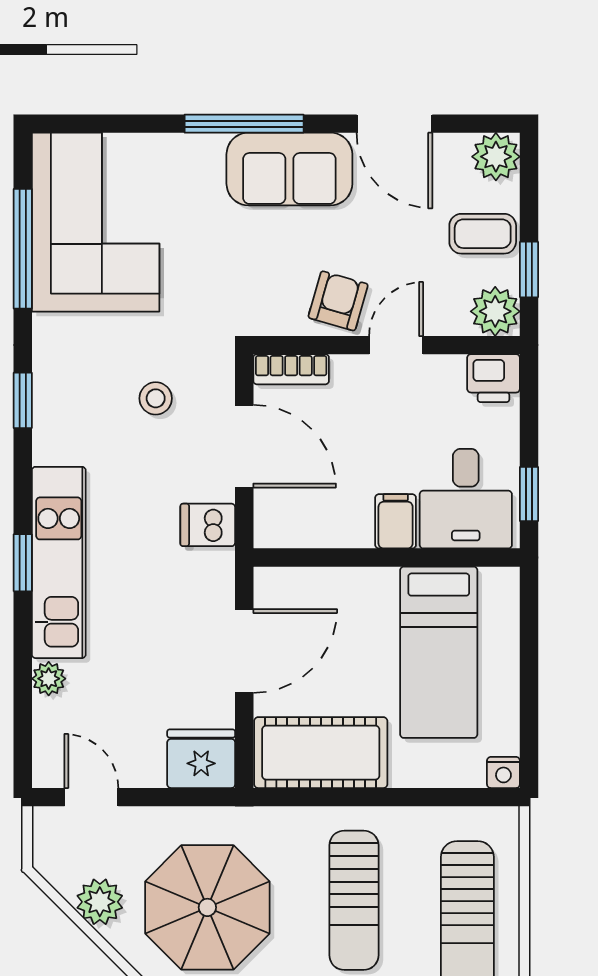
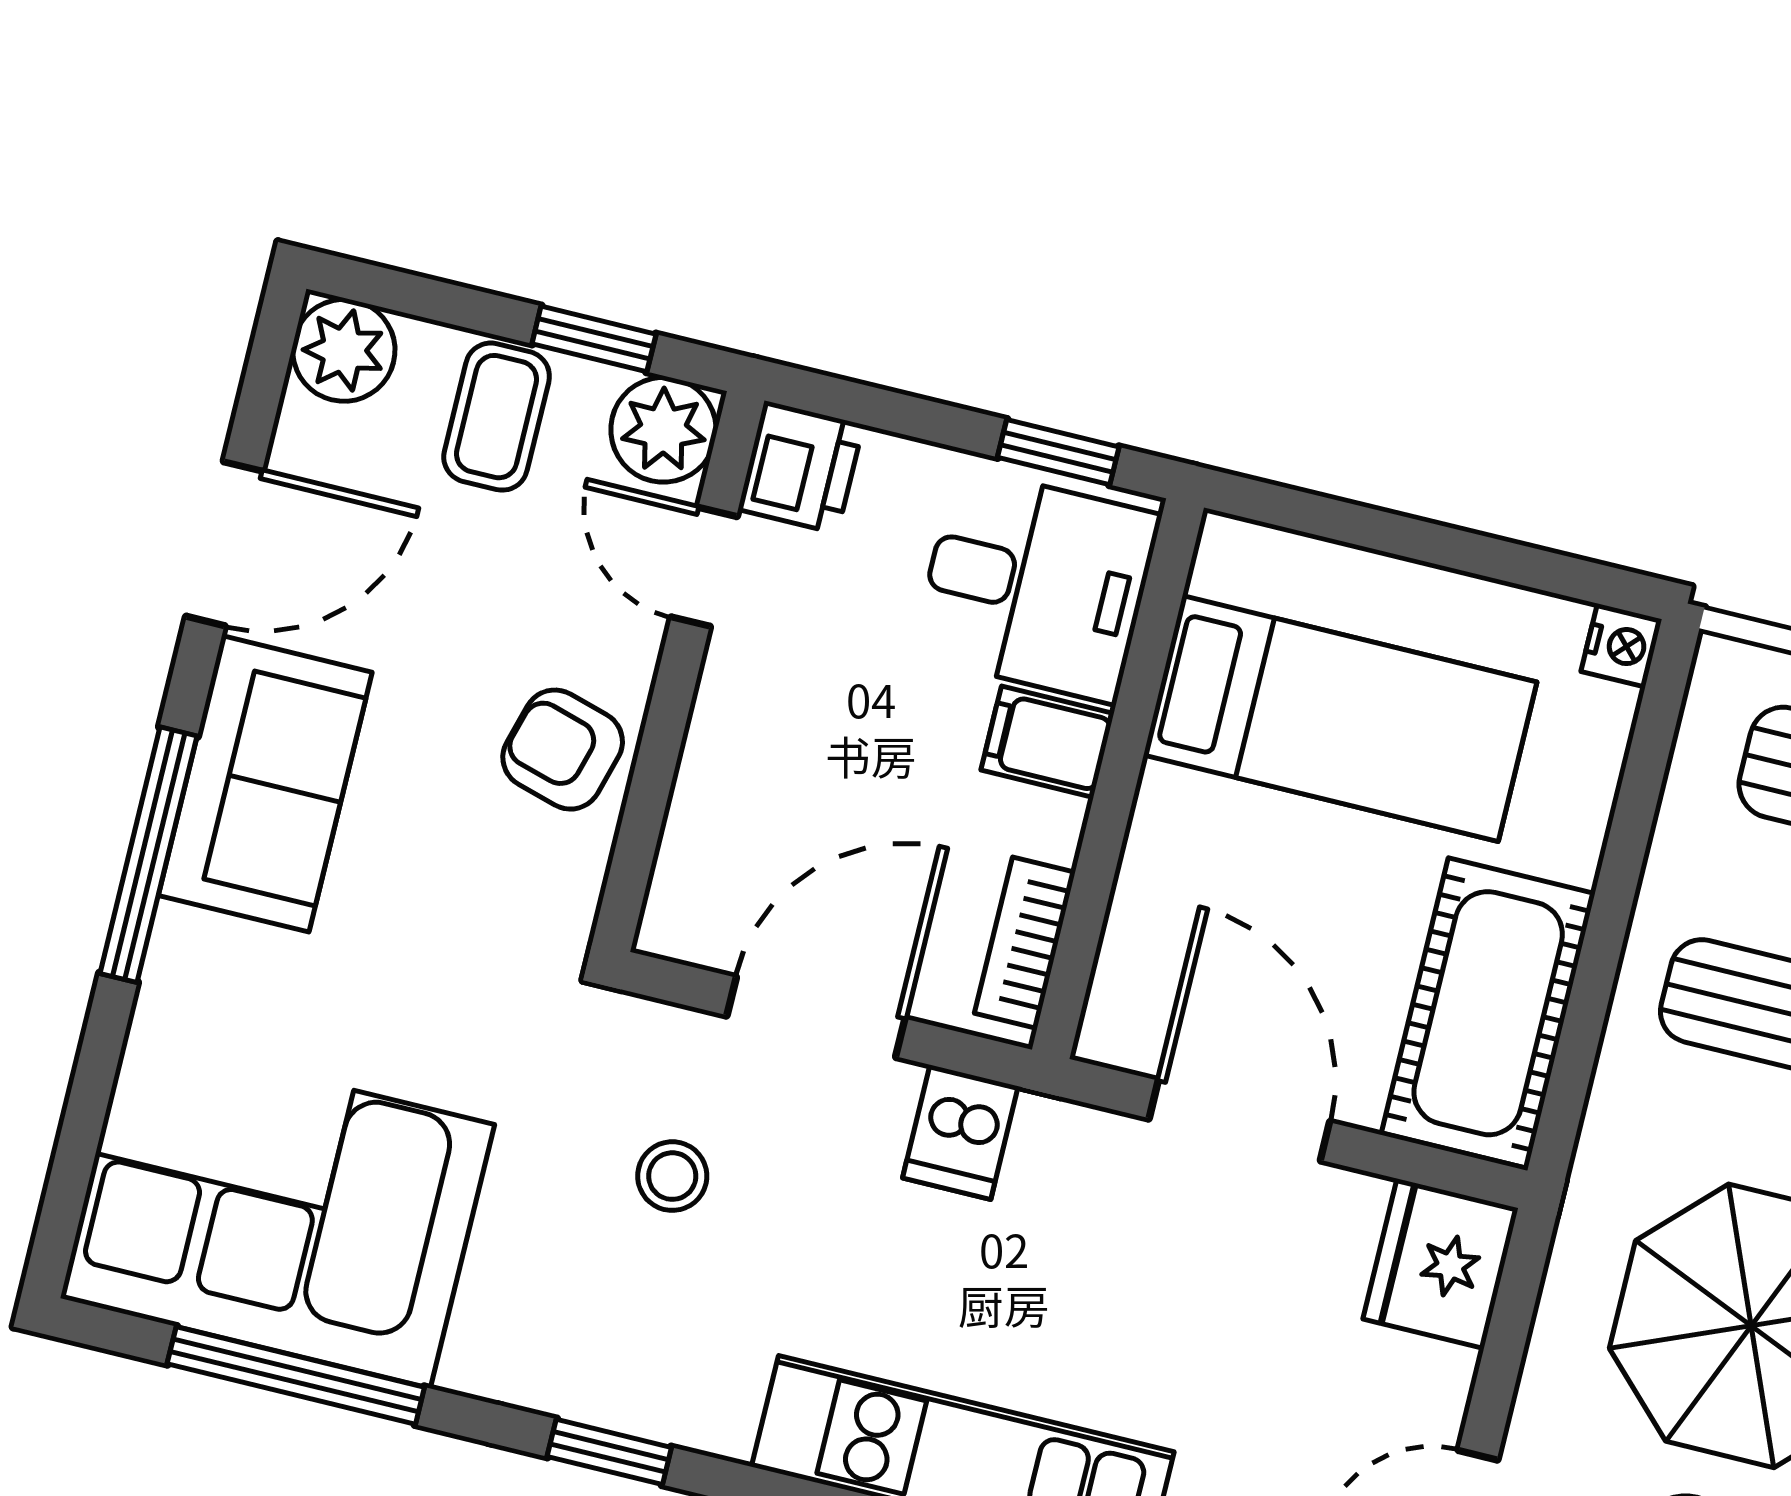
door: (396, 345) -> (704, 567), moved
bookcase: (291, 369) -> (1025, 943), moved, turned 180

